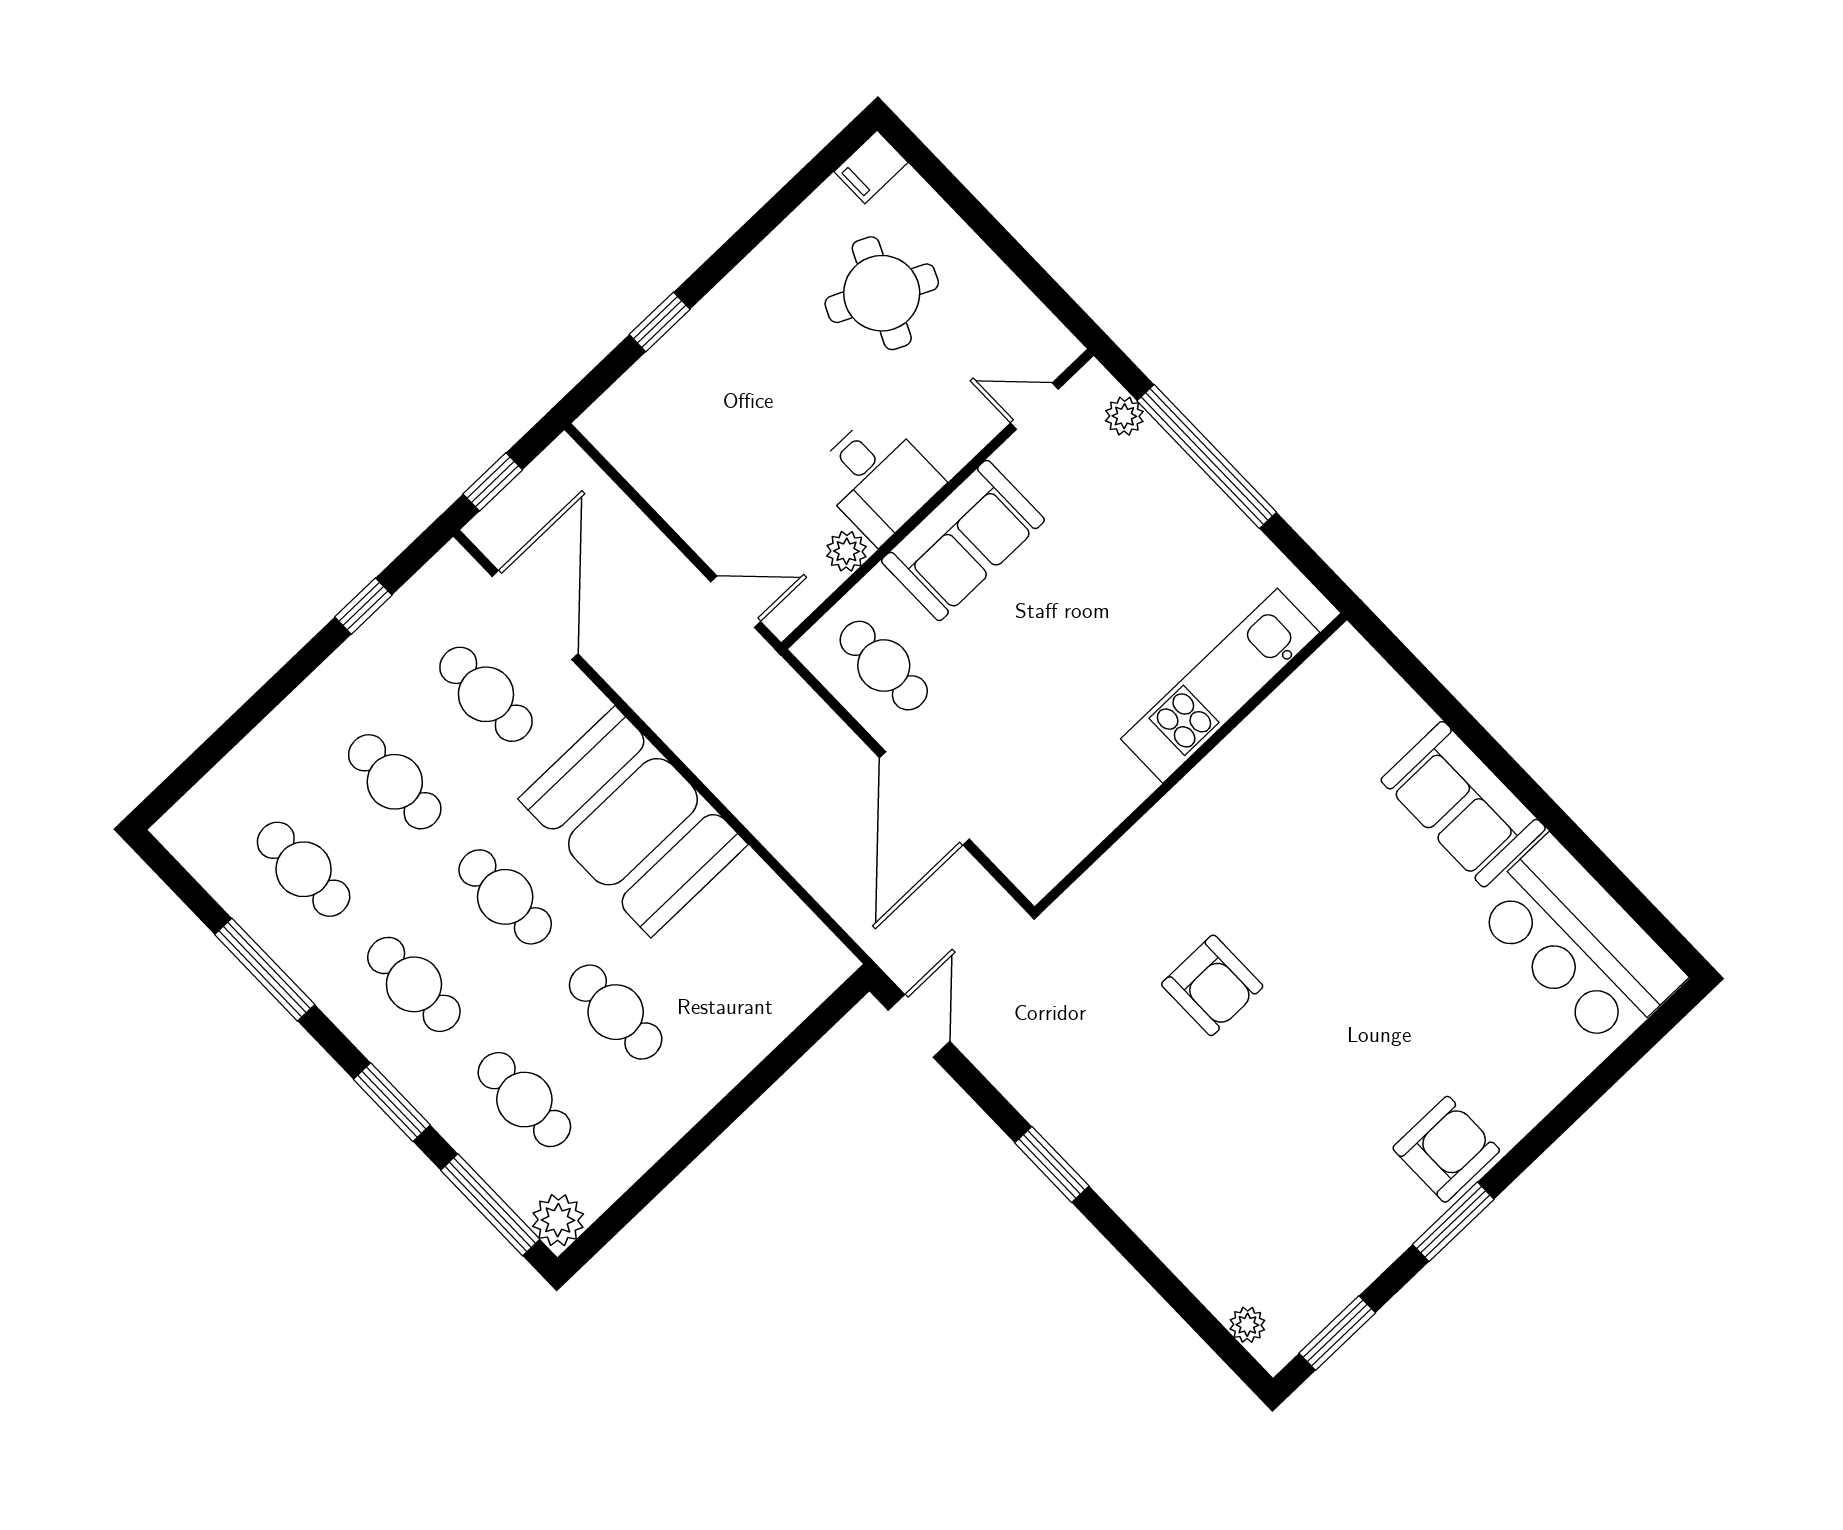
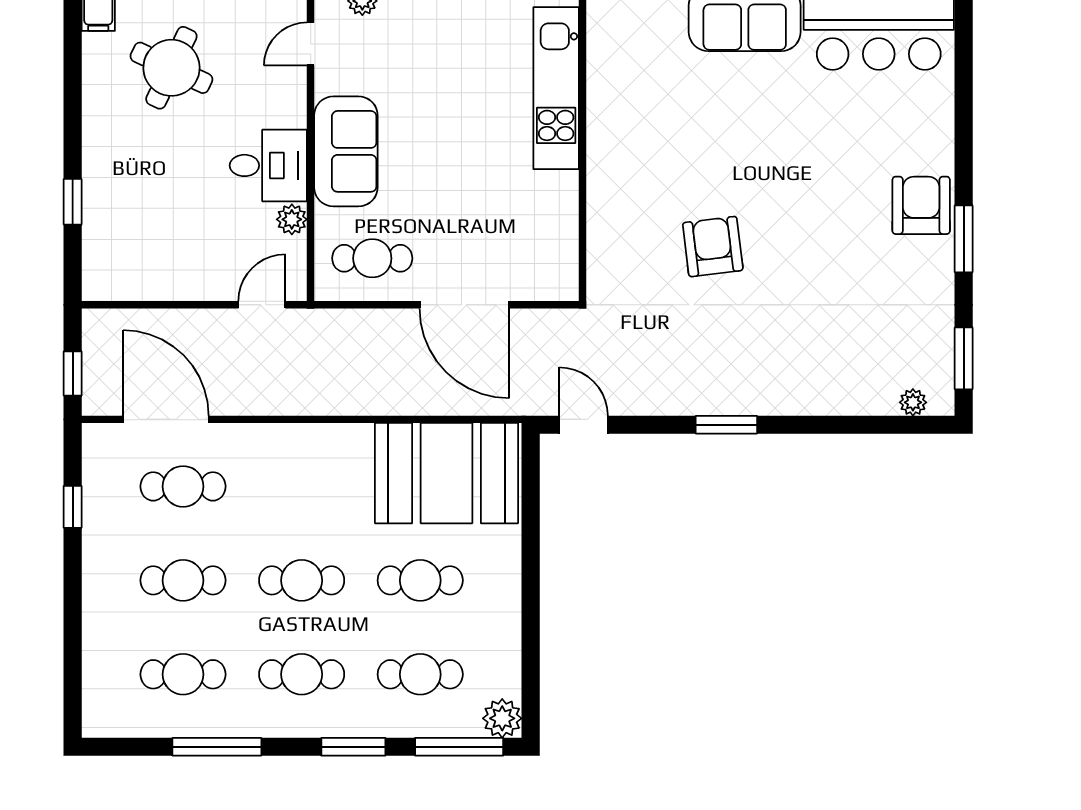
booth: (633, 822) -> (447, 473), moved
armchair: (1212, 985) -> (713, 247), turned -97

